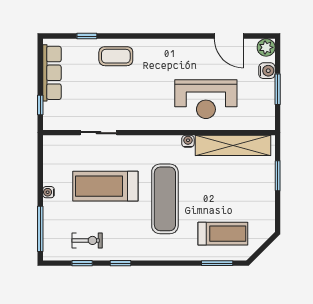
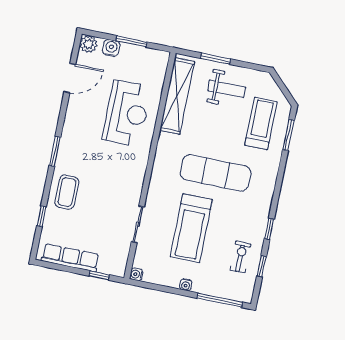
window: (154, 36) -> (55, 151), added
water cooler: (188, 141) -> (136, 274), moved
weight bench: (250, 193) -> (227, 89), added

